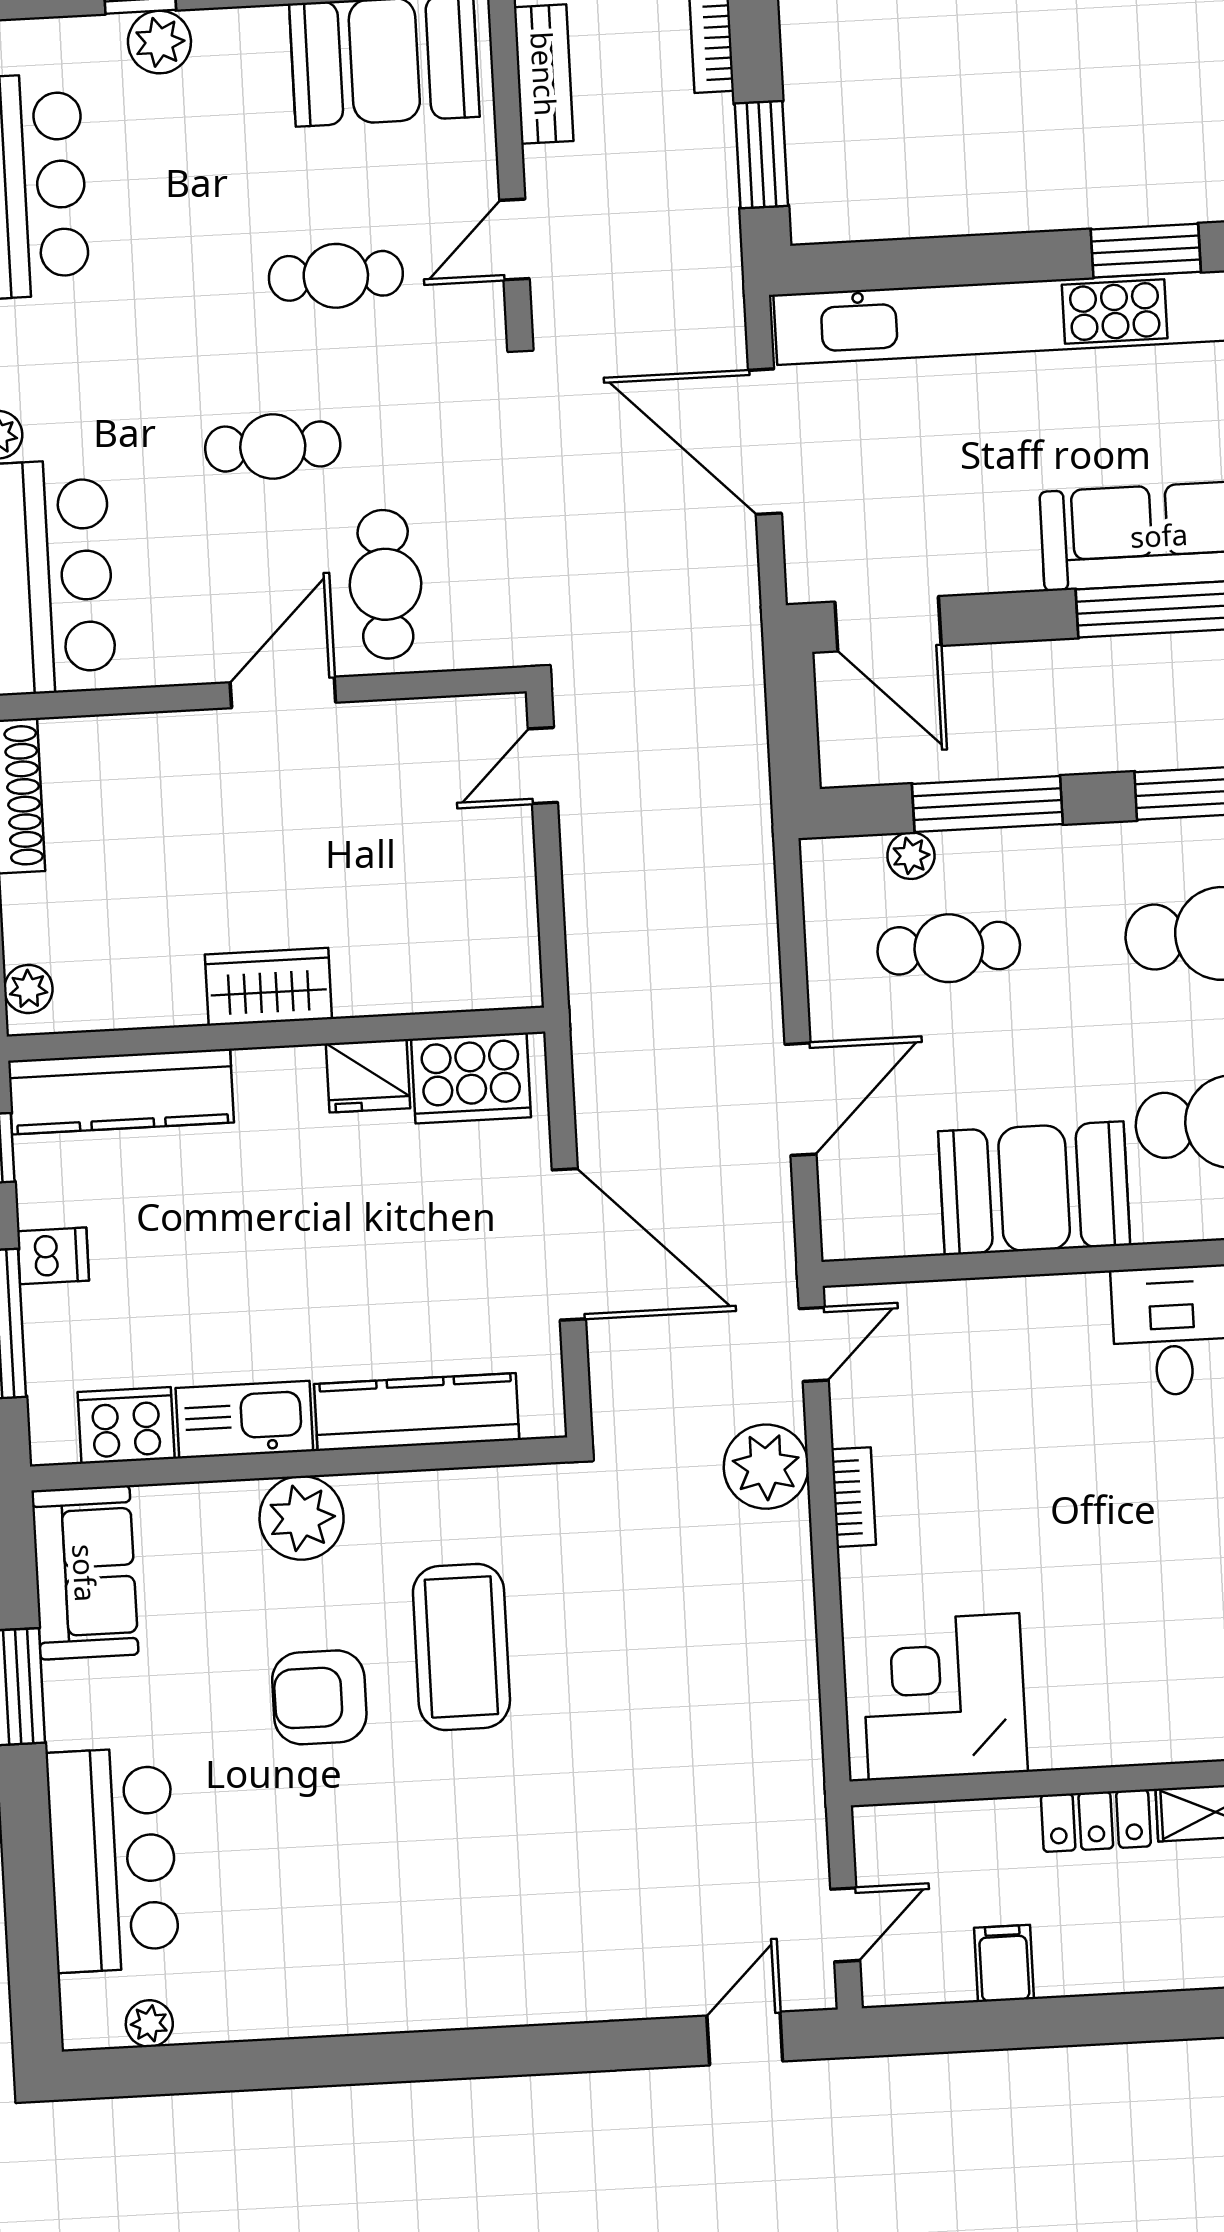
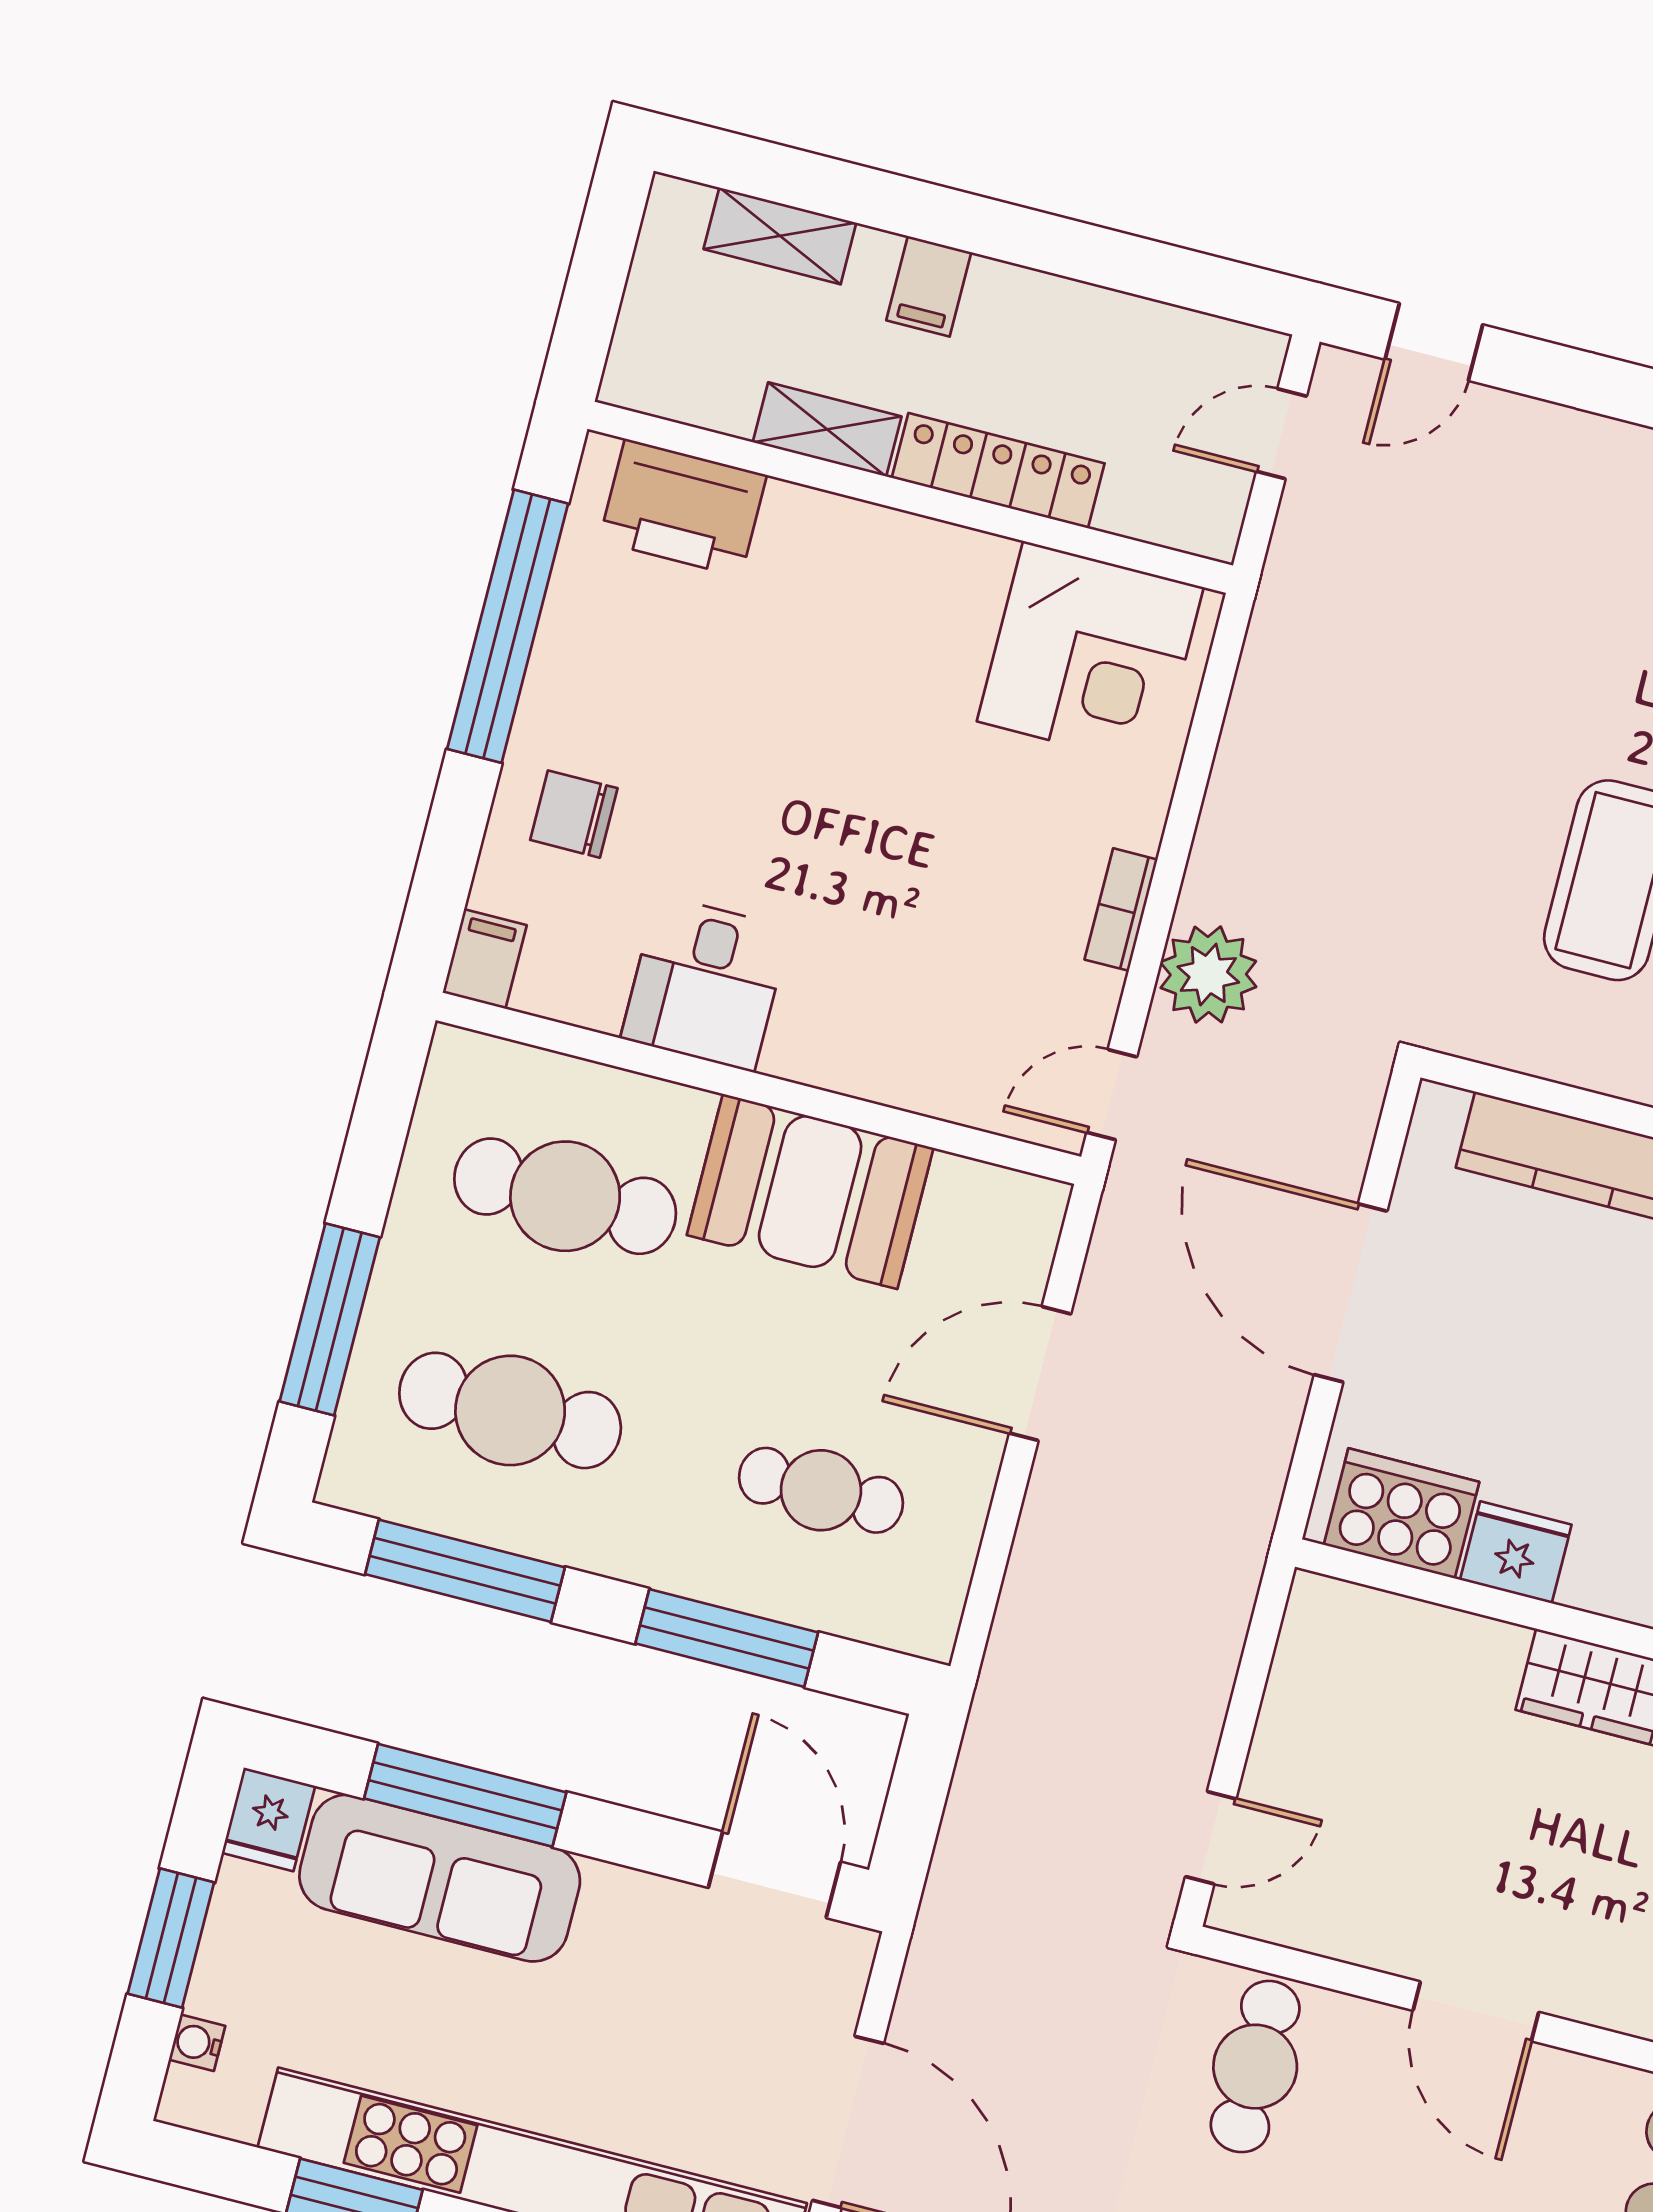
cafe table: (385, 584) -> (1255, 2067), moved
door: (283, 692) -> (1476, 2011), hinge flipped
plant: (911, 856) -> (831, 1607), removed
locker: (1096, 1821) -> (998, 471), width x1.53
filing cabinet: (1004, 1963) -> (929, 286), moved

